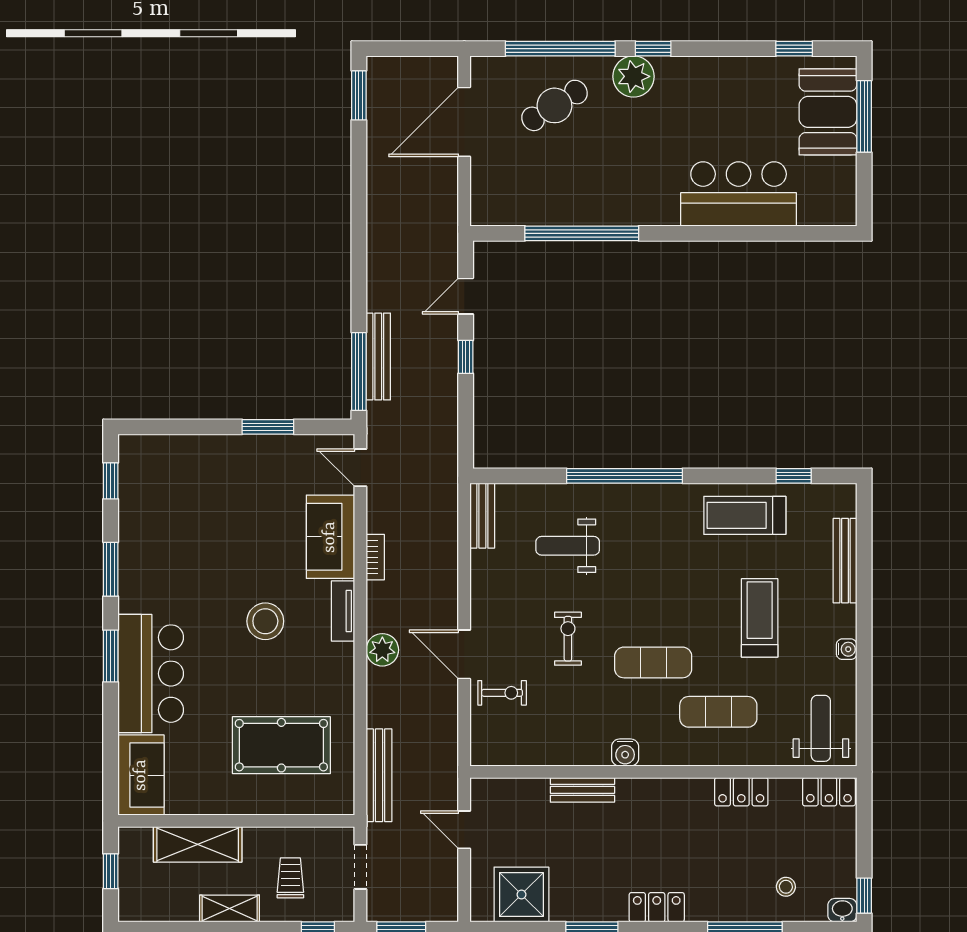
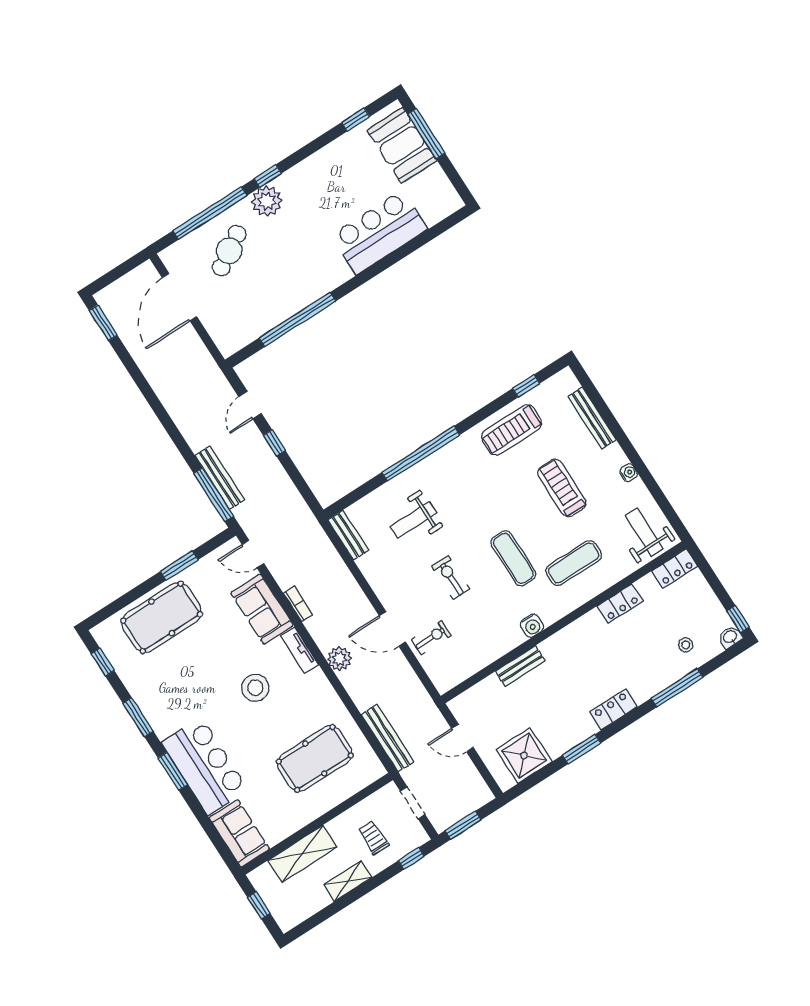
pool table: (210, 473) -> (162, 617), added
exercise mat: (653, 662) -> (513, 558), turned 90

